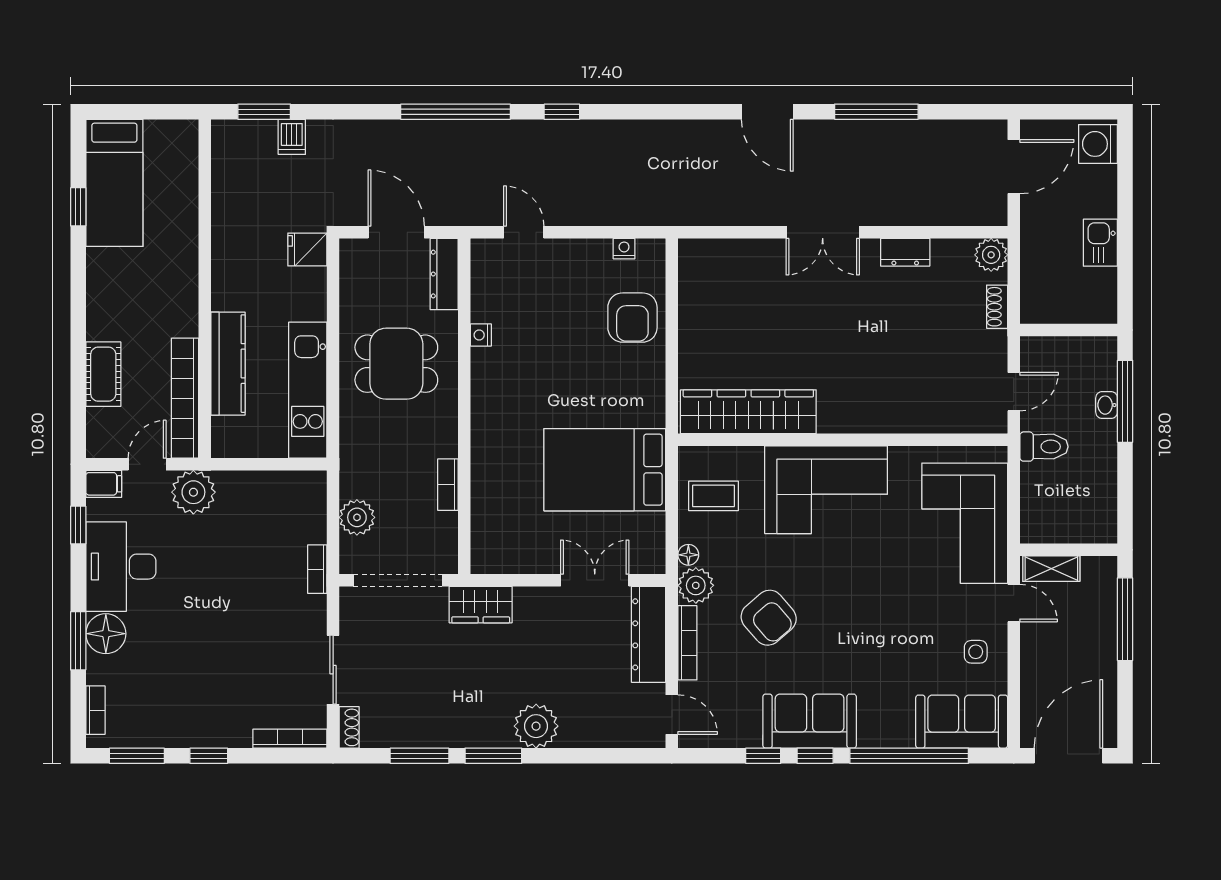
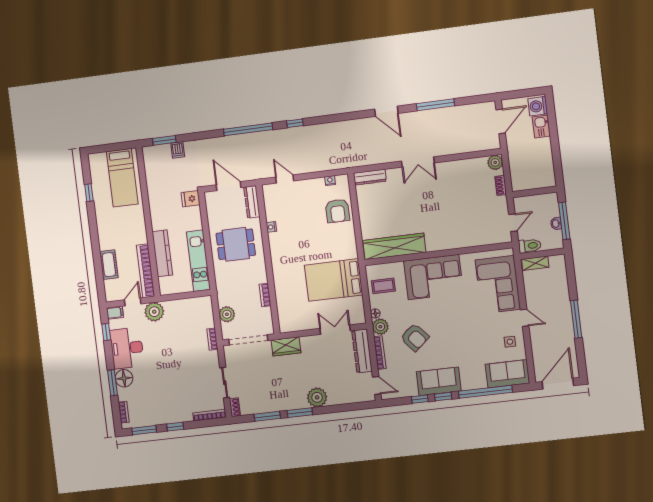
bed: (114, 183) -> (122, 178), moved
kitchen sink: (1100, 243) -> (541, 127), moved
dresser: (905, 252) -> (370, 177), moved, width x1.44
wall: (1069, 550) -> (542, 254), moved
shelving: (1051, 569) -> (535, 263), moved

